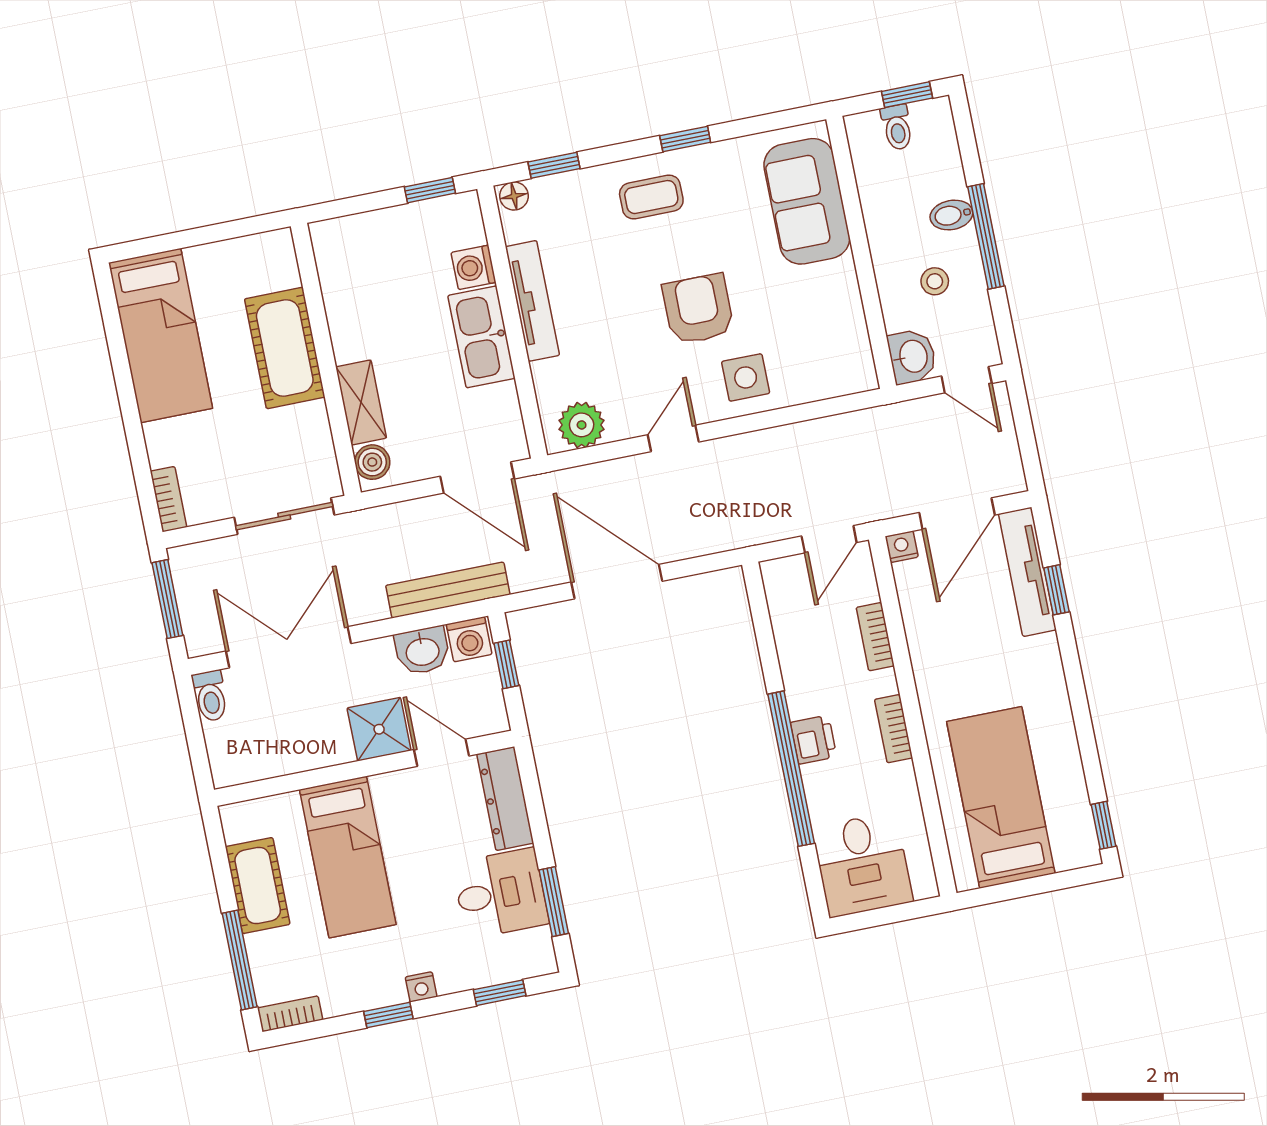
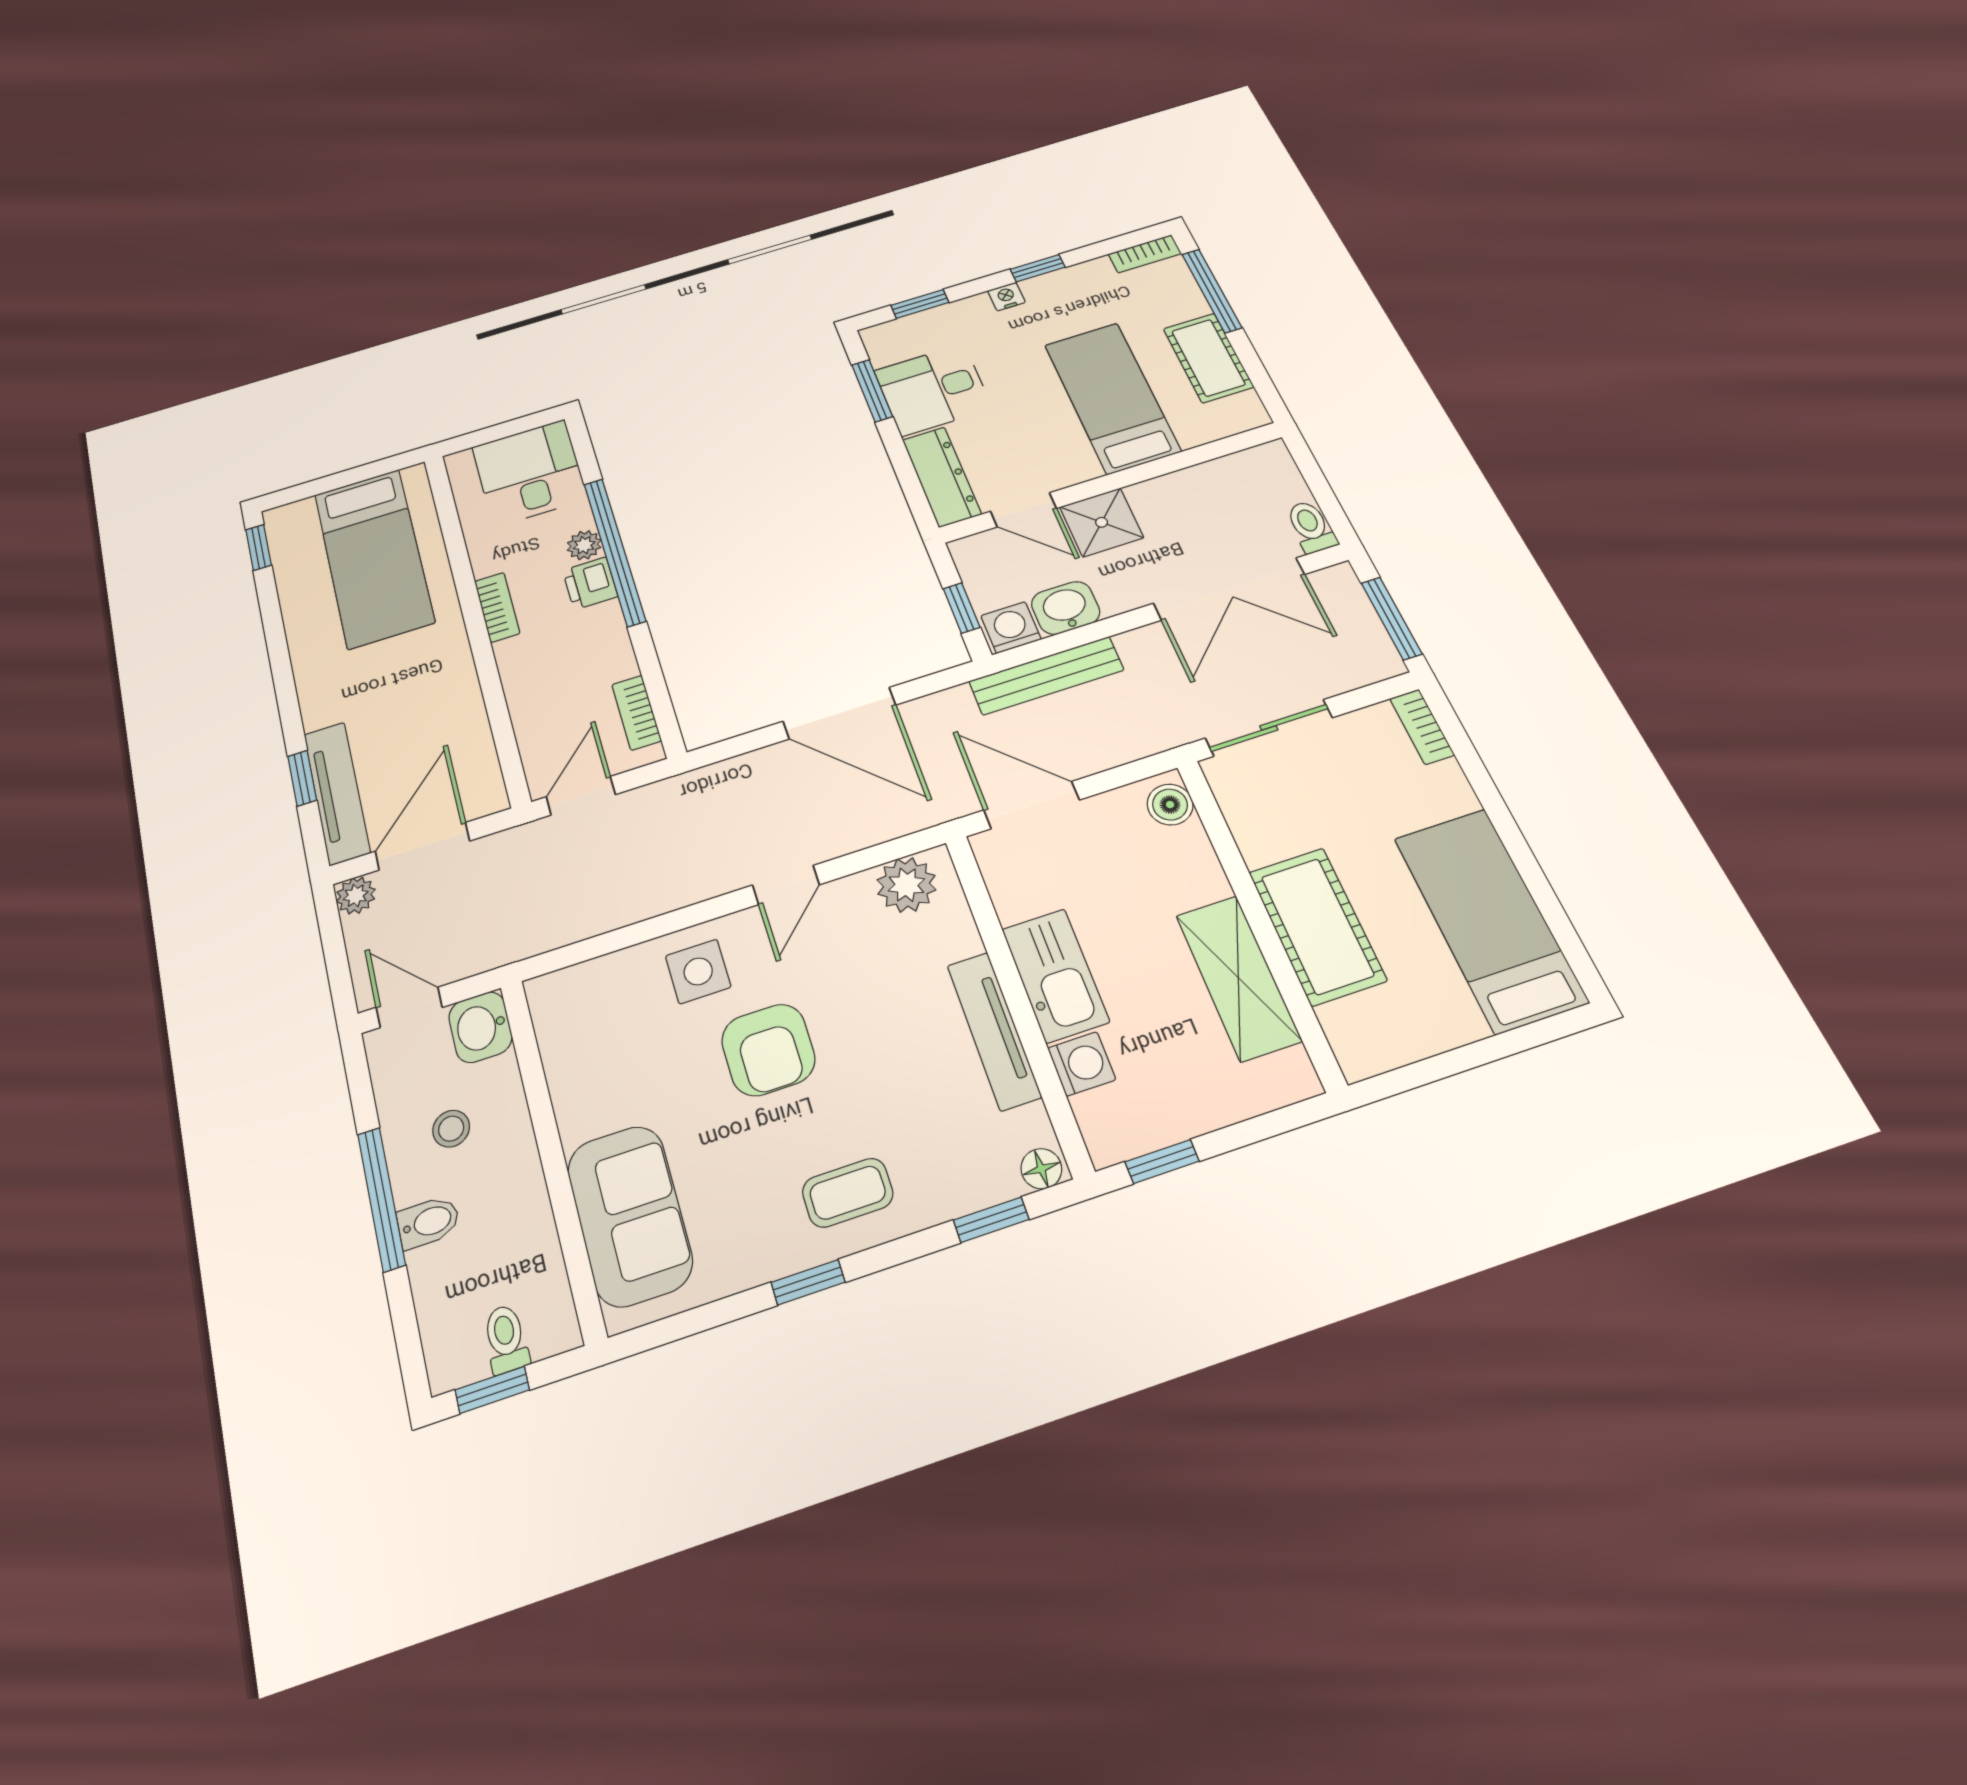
shelving: (361, 402) -> (1238, 978), moved, width x1.50, depth x1.33
plant: (1010, 479) -> (356, 896), added
nightstand: (902, 547) -> (491, 800), removed
bookcase: (875, 637) -> (637, 713), moved, turned 180
plant: (817, 780) -> (584, 545), added

